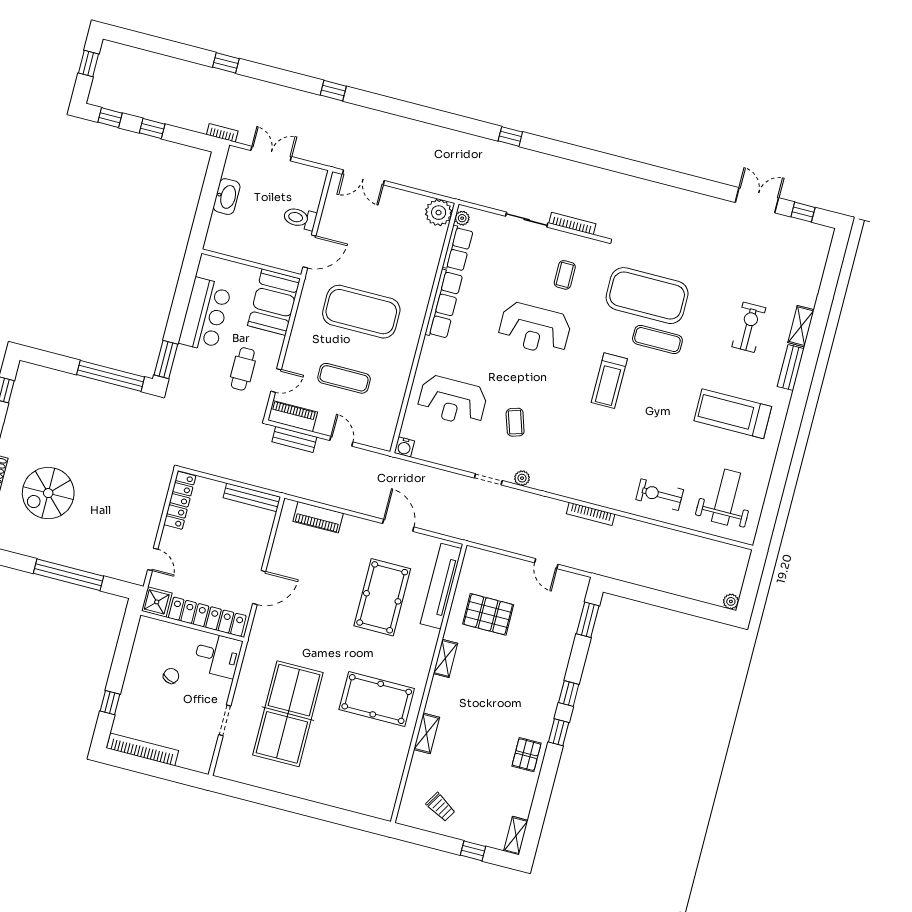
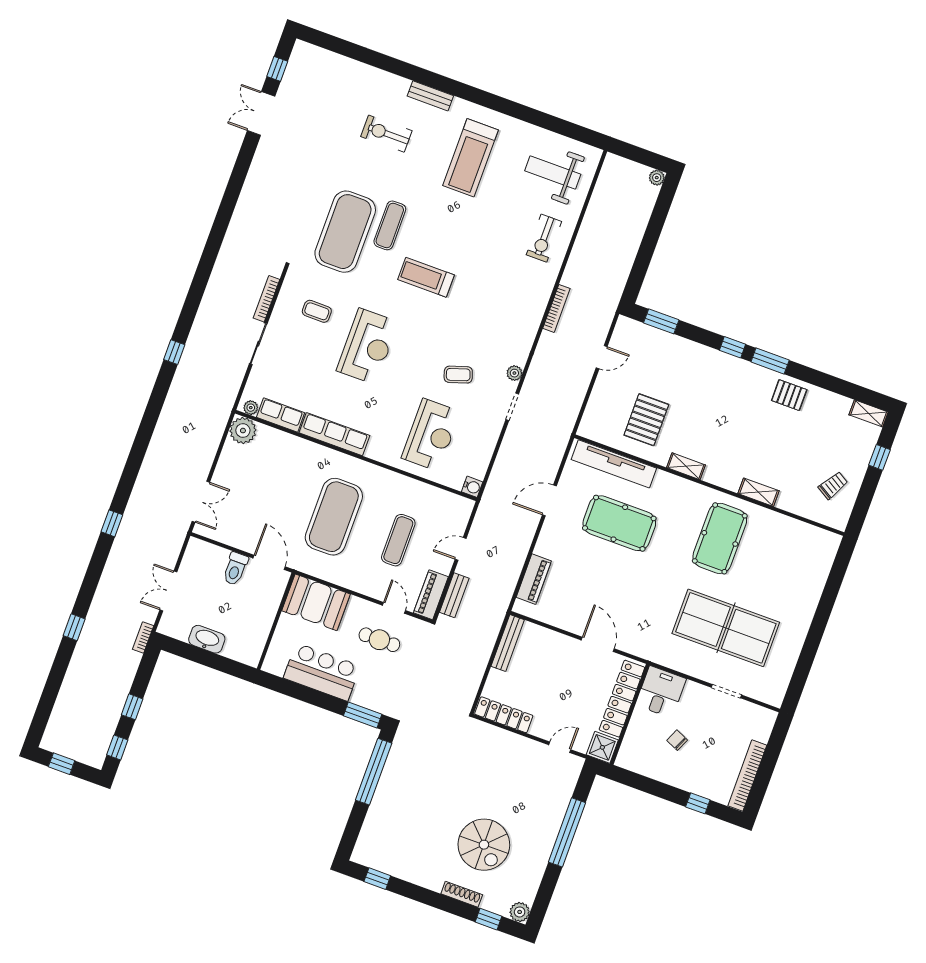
shelving: (801, 326) -> (390, 82), removed
treadmill: (609, 381) -> (426, 277), turned 180
window: (559, 732) -> (770, 361), width x1.50

